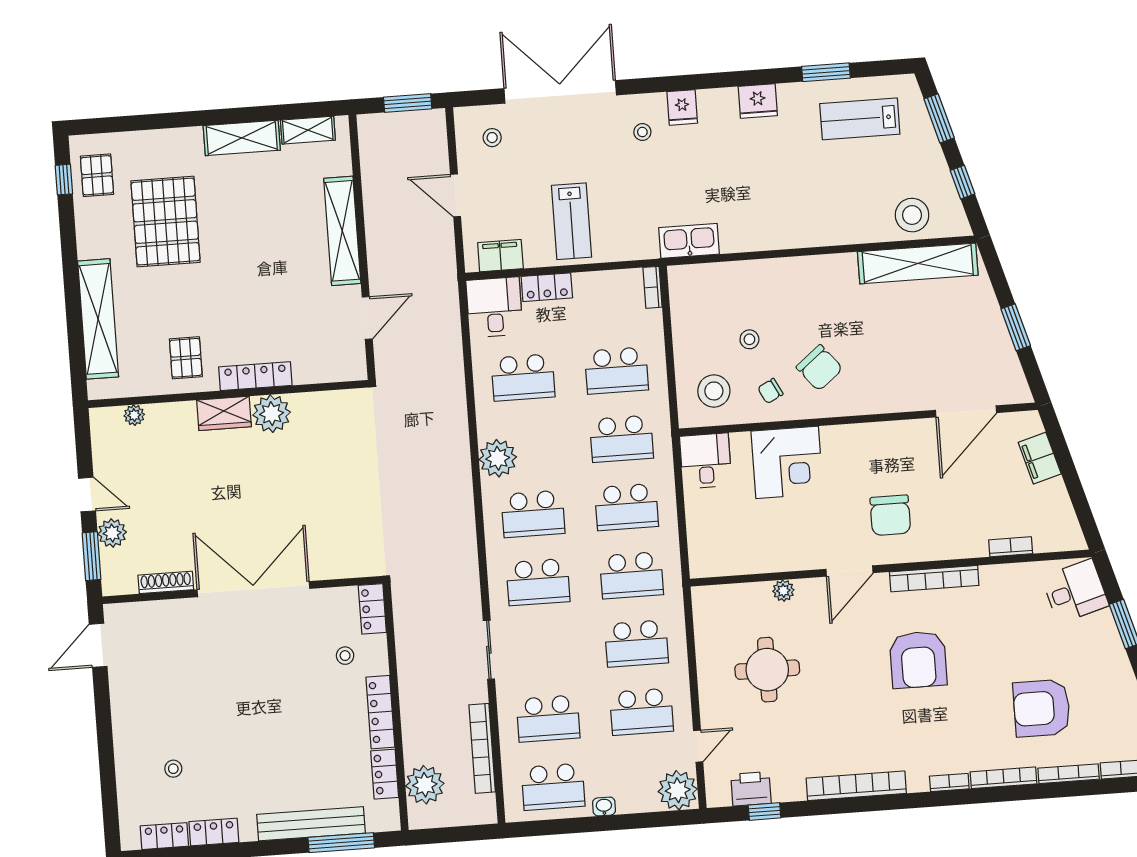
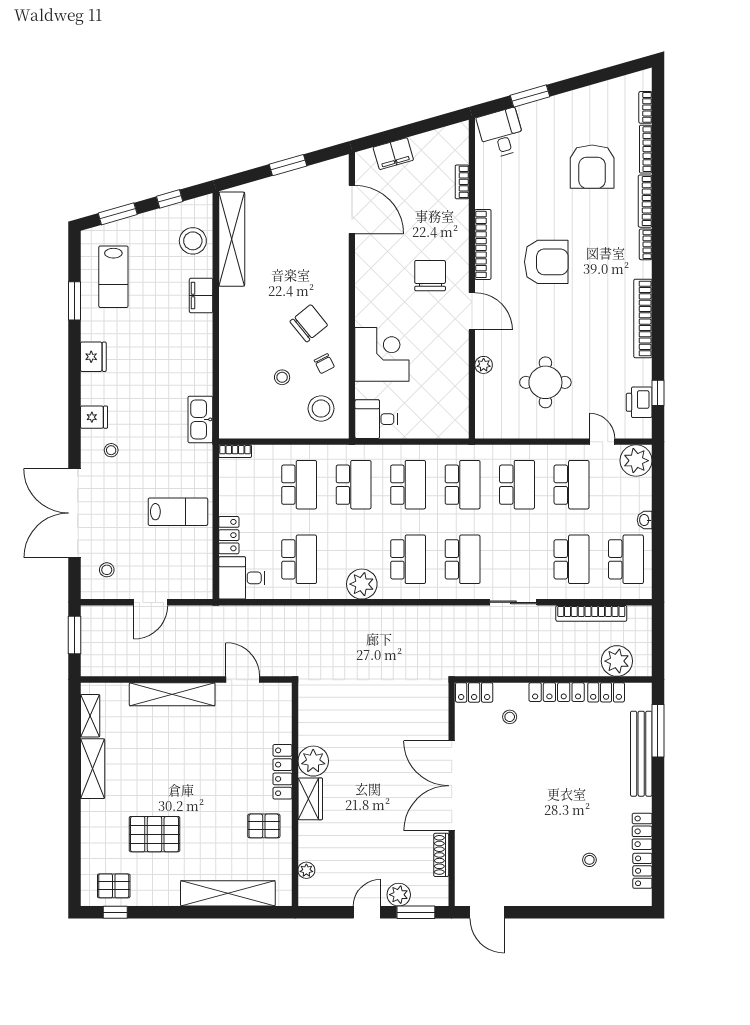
pallet: (166, 222) -> (154, 834), width x0.73, depth x0.71
filing cabinet: (500, 256) -> (201, 295), moved
chair: (890, 515) -> (430, 276), turned -90

